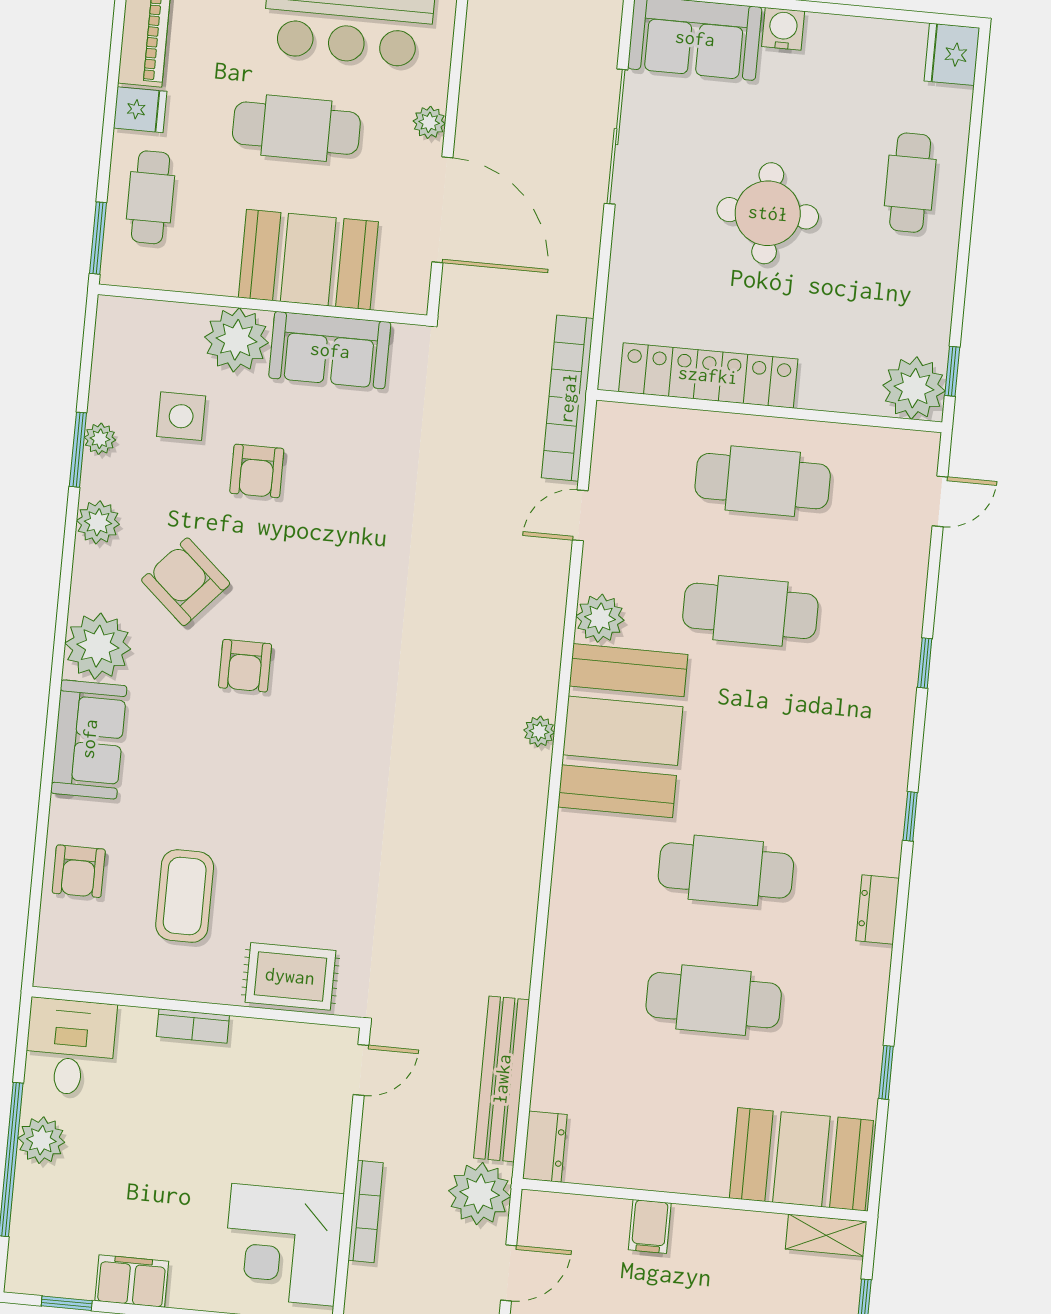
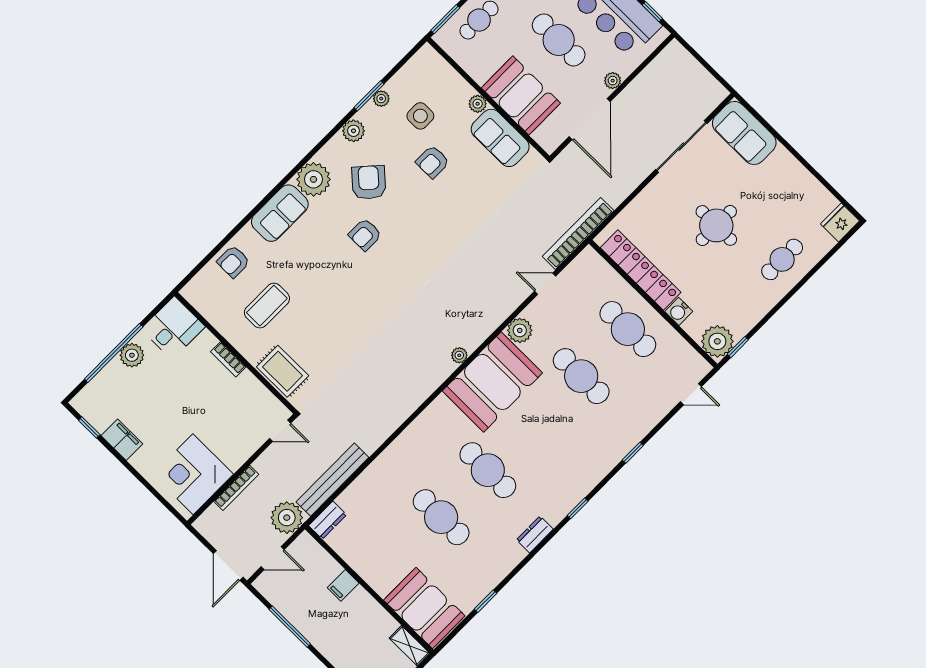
water cooler: (783, 29) -> (679, 311), moved, turned 180
plant: (236, 340) -> (478, 104), width x0.53, depth x0.53

